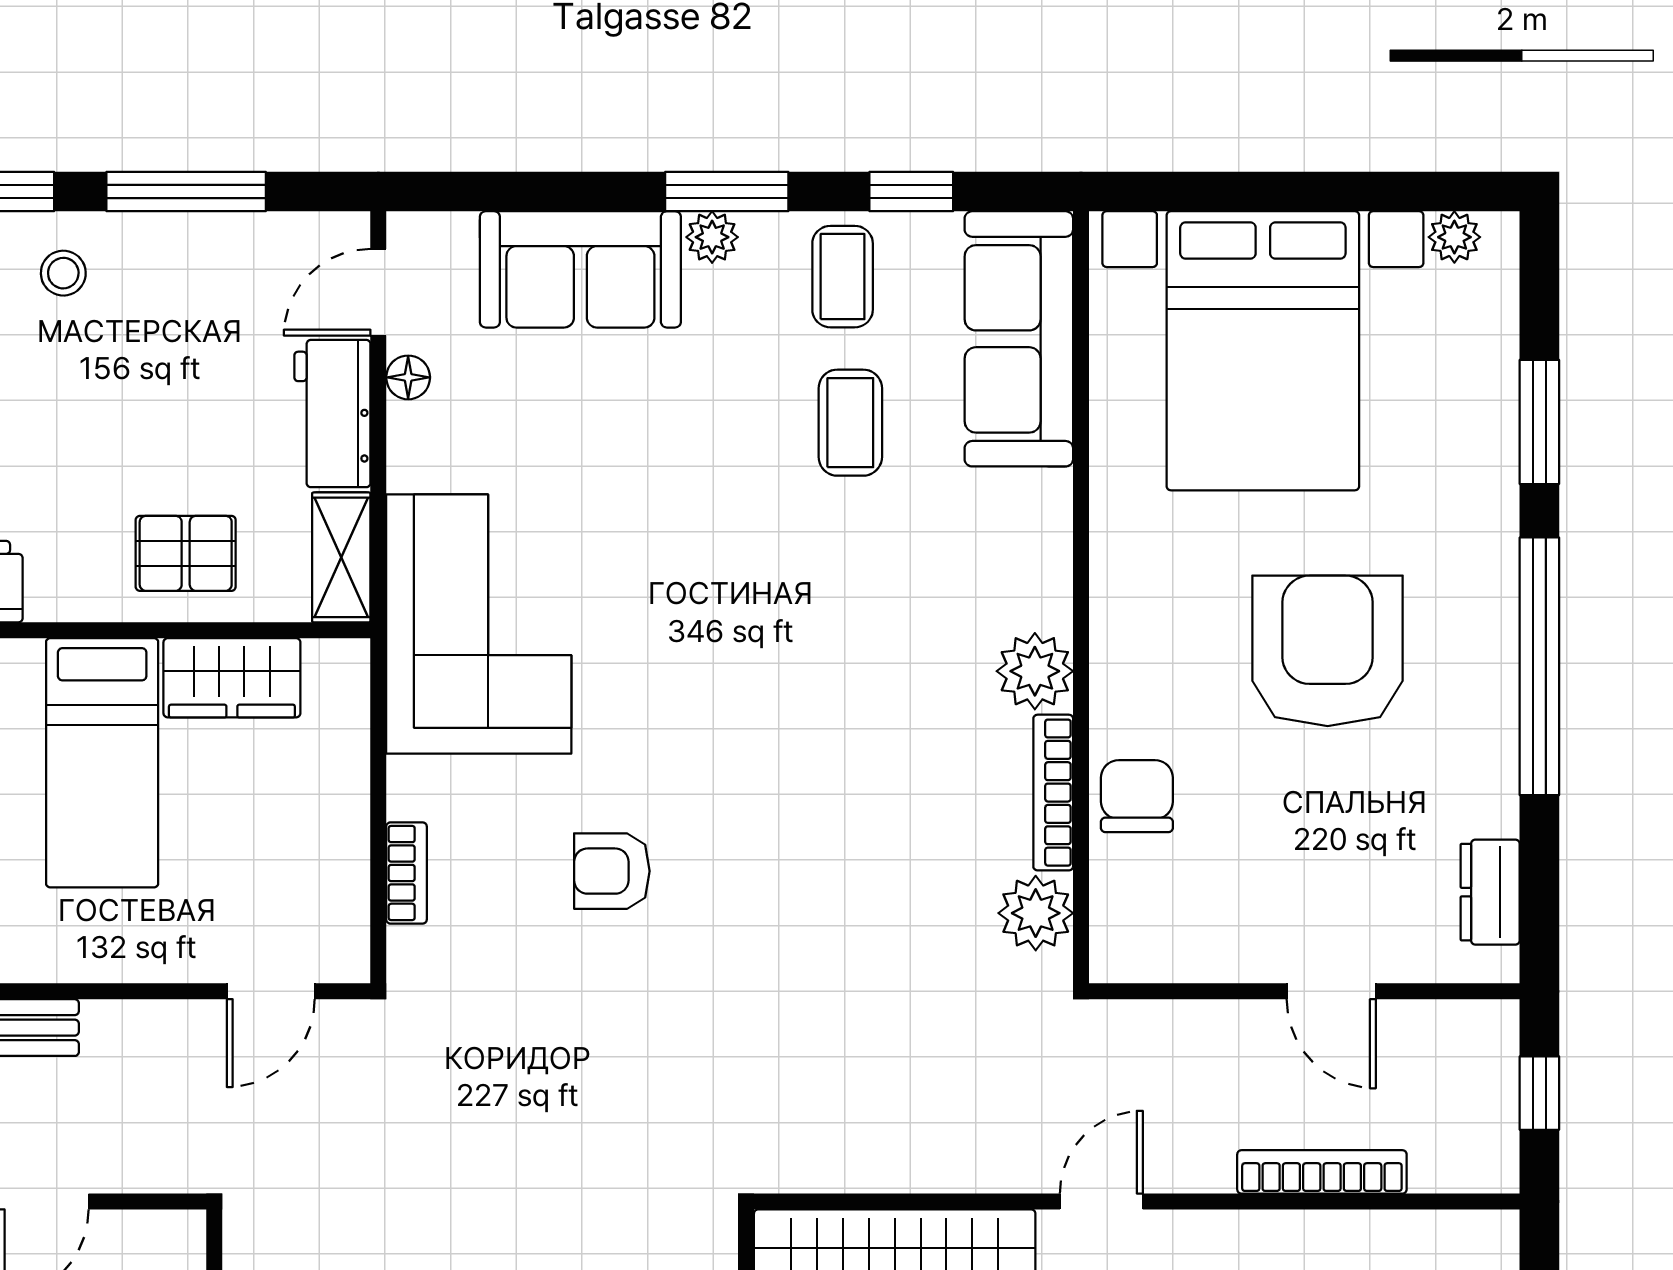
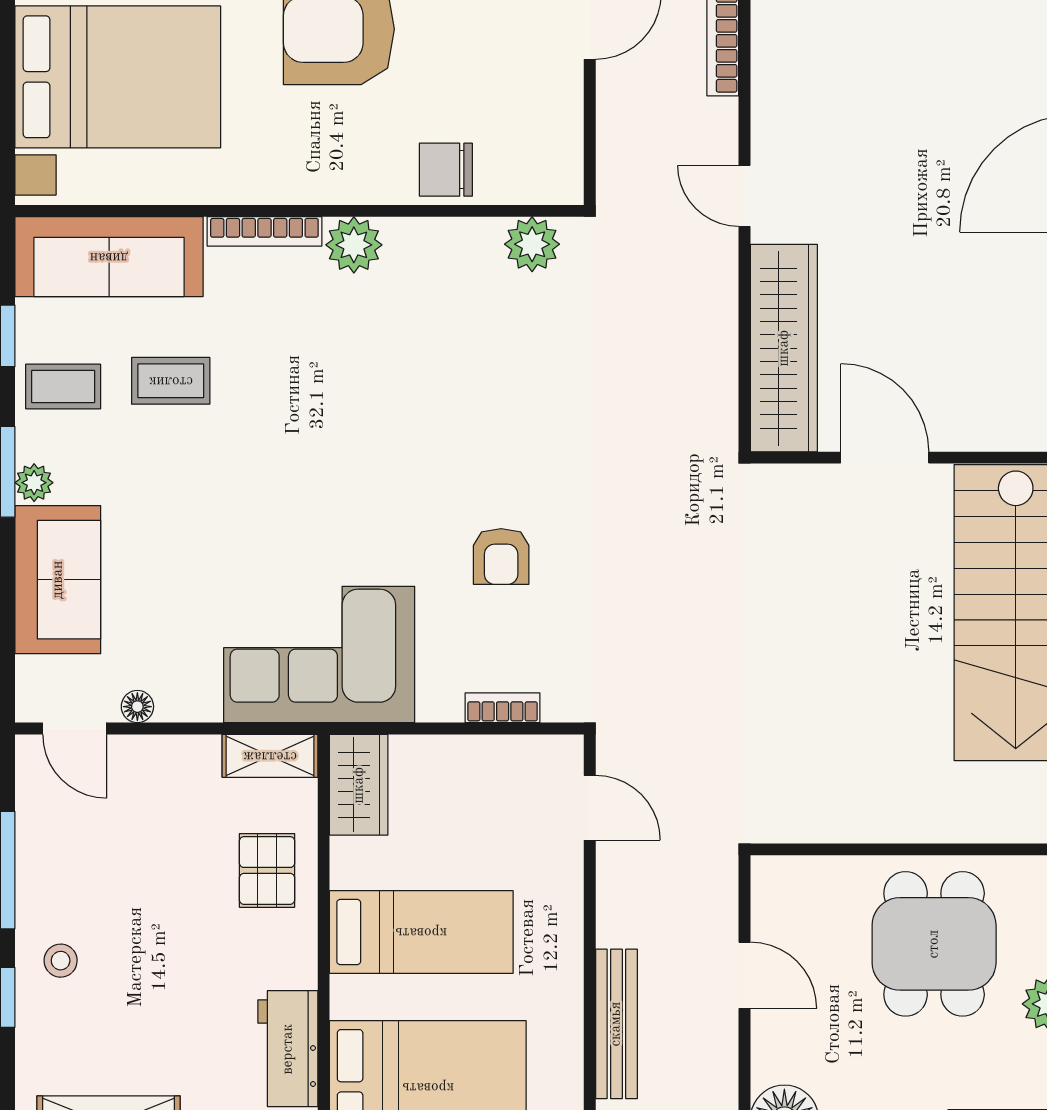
workbench: (332, 414) -> (164, 762), removed
wardrobe: (232, 678) -> (359, 785), moved
bookcase: (1053, 793) -> (264, 231), moved

